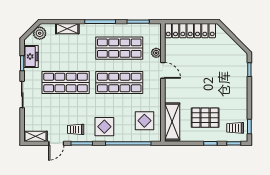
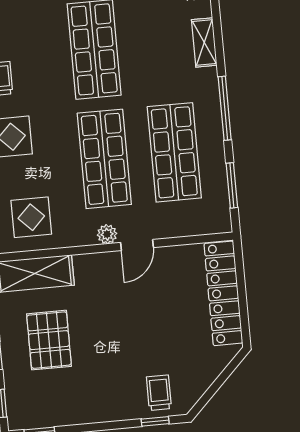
plant: (156, 53) -> (107, 234), moved
trolley: (235, 128) -> (159, 393), moved

